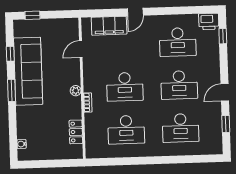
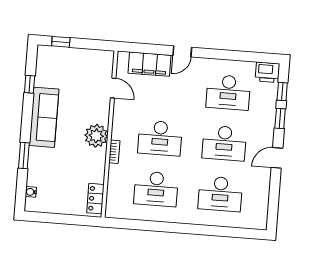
door: (81, 49) -> (113, 88), swing flipped
sofa: (28, 71) -> (44, 117), width x0.74, depth x0.79
window: (12, 90) -> (24, 155), moved
plant: (76, 91) -> (96, 136), width x1.87, depth x1.87
window: (226, 124) -> (280, 118), moved
locker: (76, 132) -> (95, 199), moved

